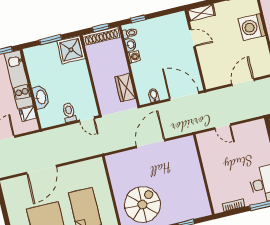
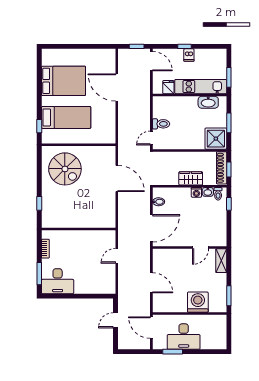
wardrobe: (125, 88) -> (191, 178), moved
washbasin: (41, 97) -> (208, 102), moved
door: (151, 144) -> (117, 178), moved

